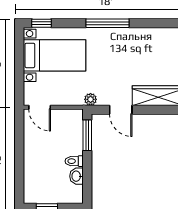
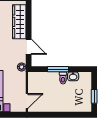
door: (121, 110) -> (29, 47), hinge flipped
window: (87, 135) -> (58, 69), moved

